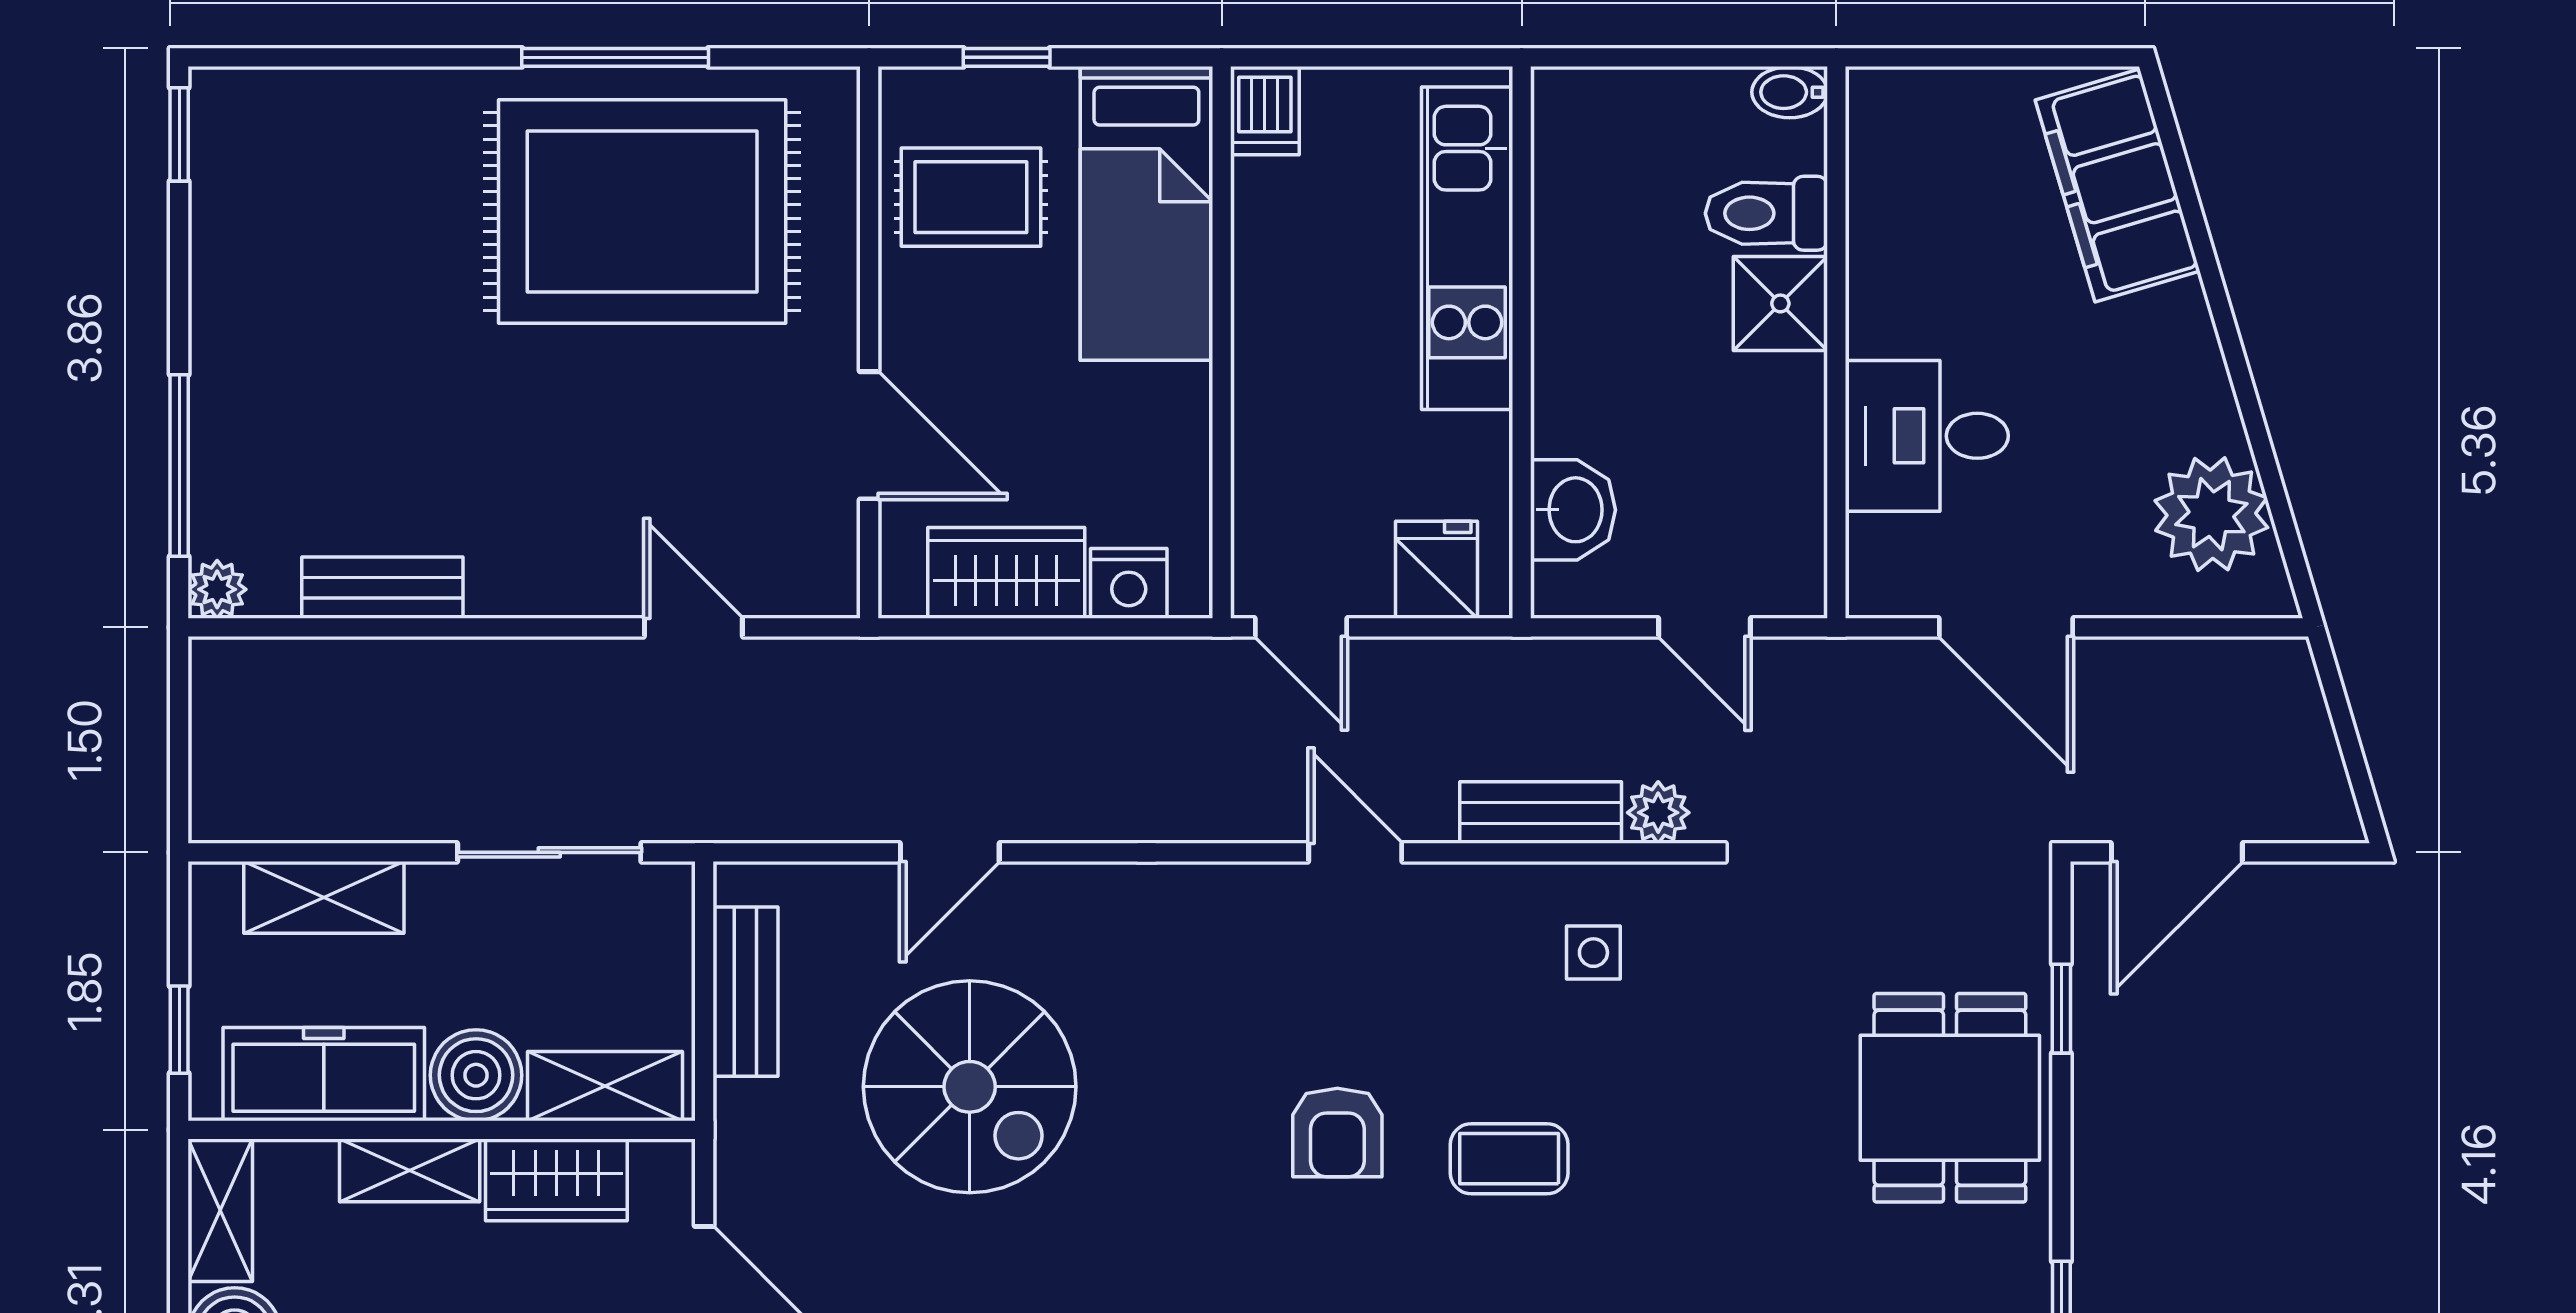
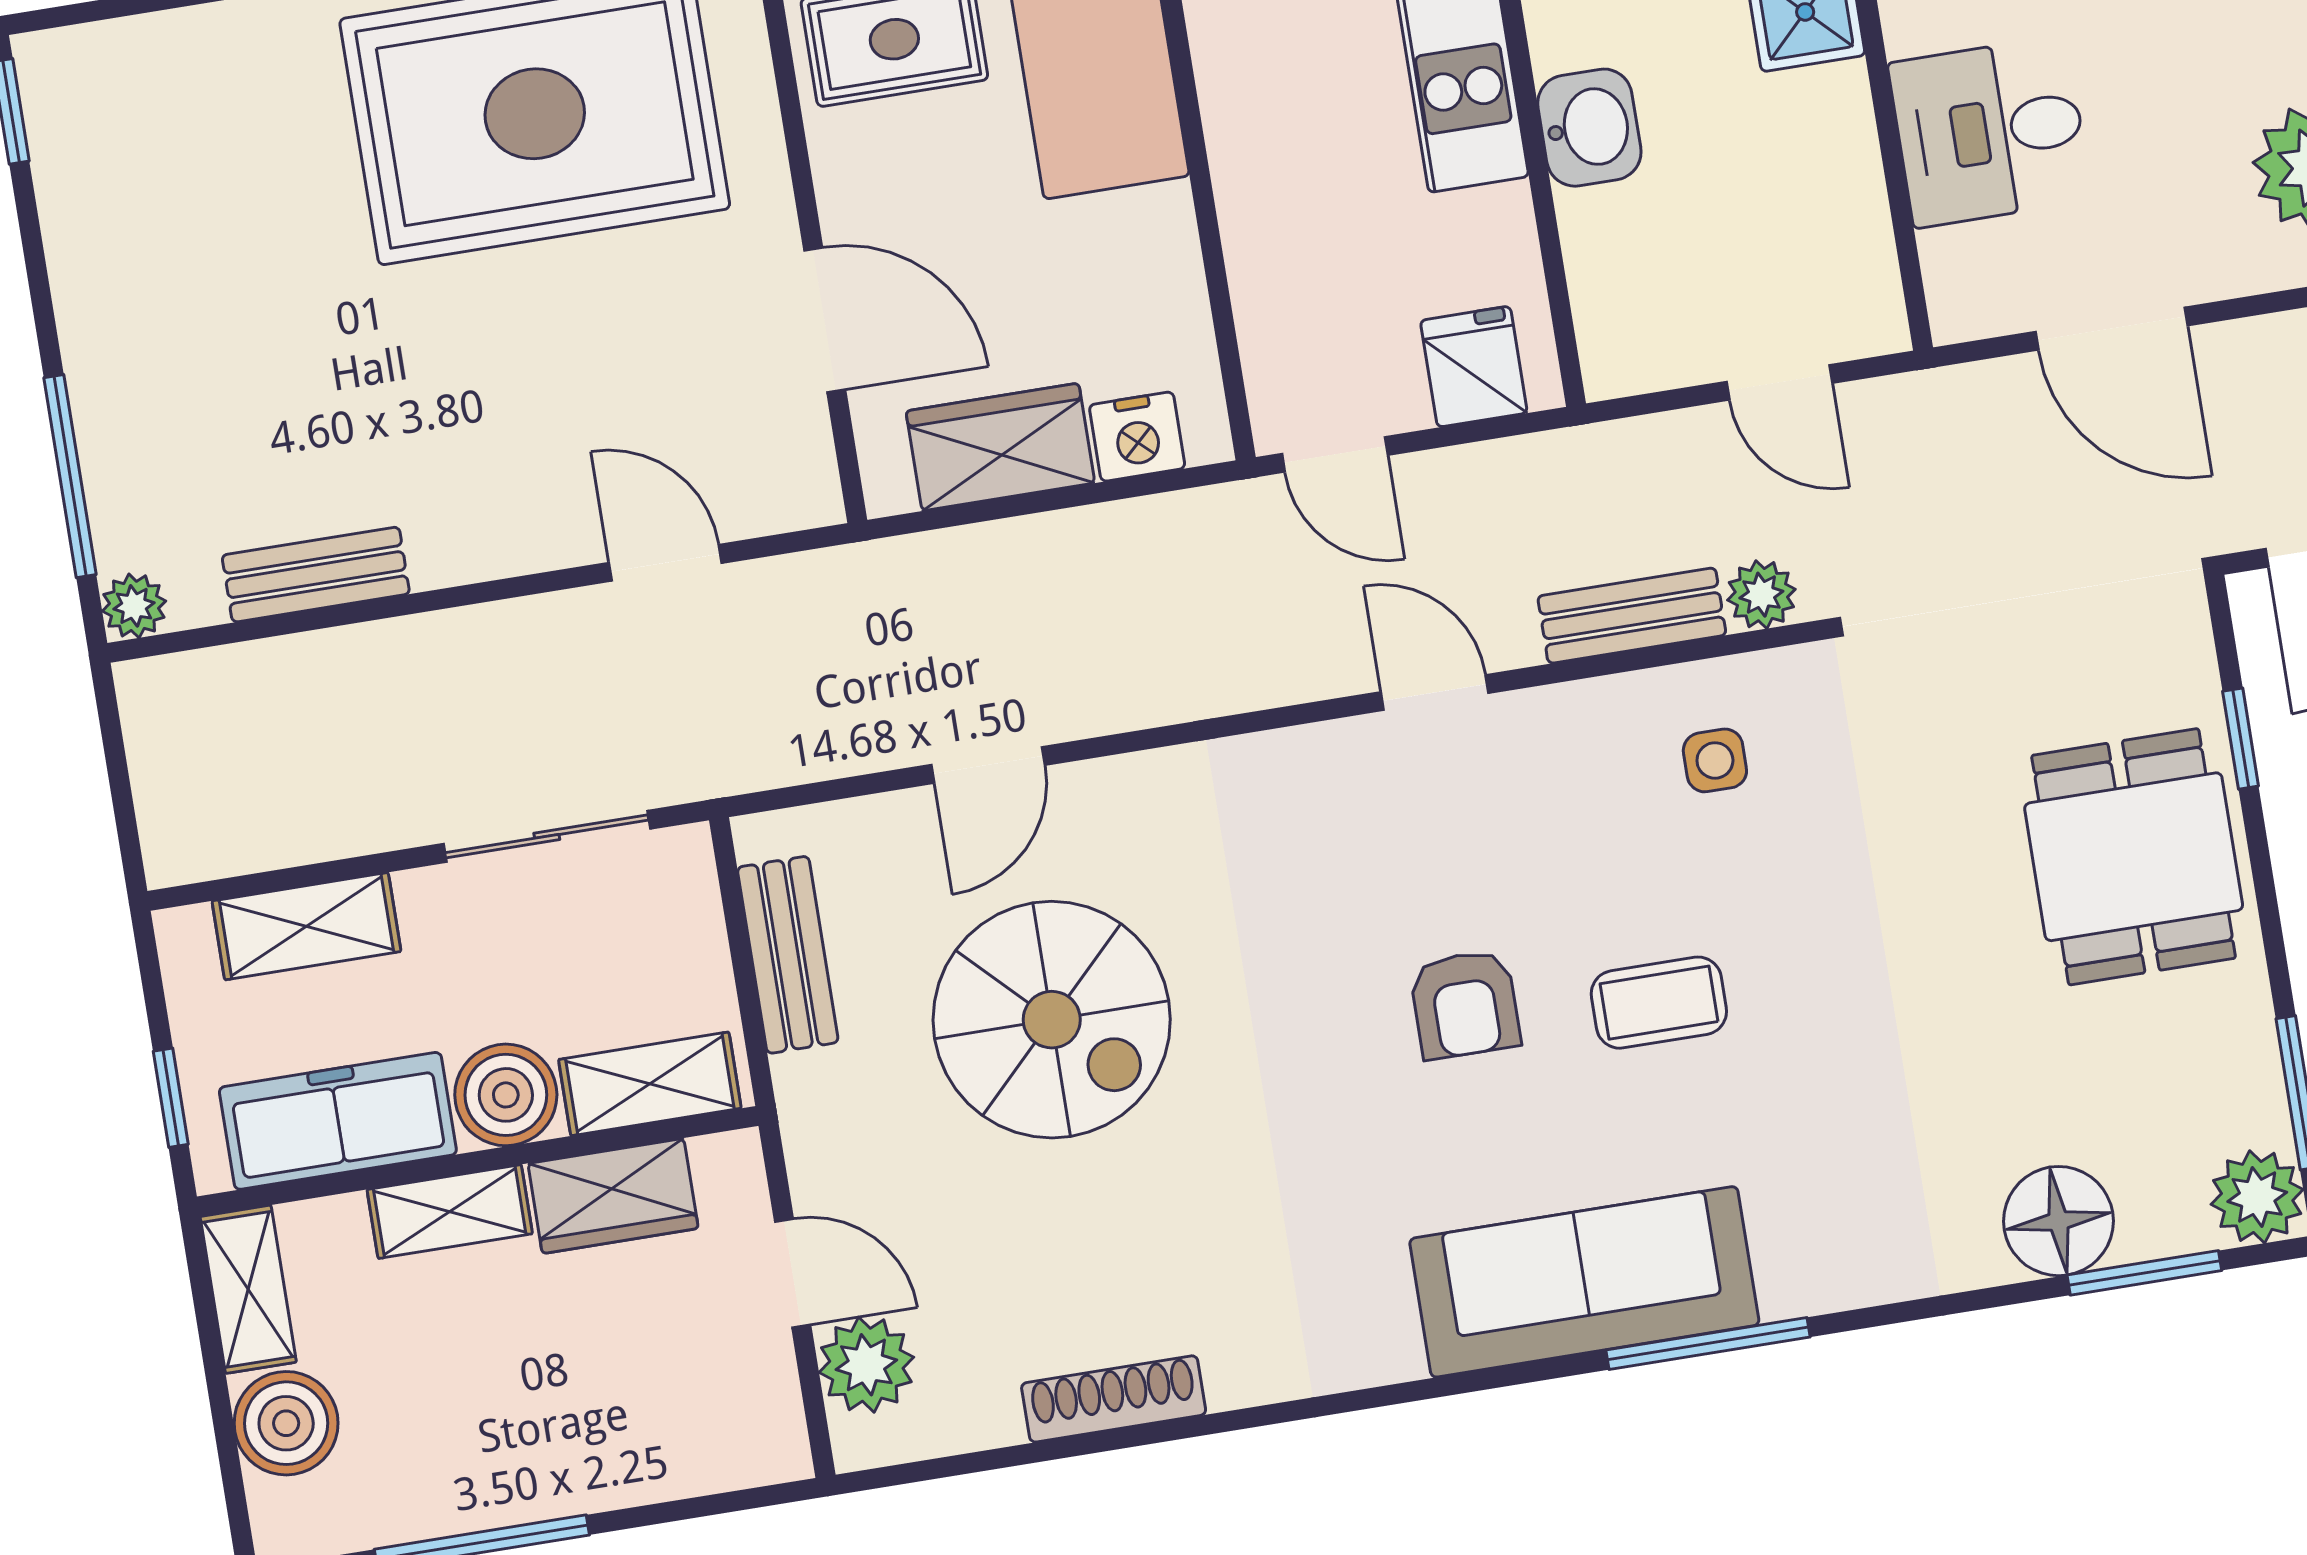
washbasin: (1573, 510) -> (1589, 128), moved

